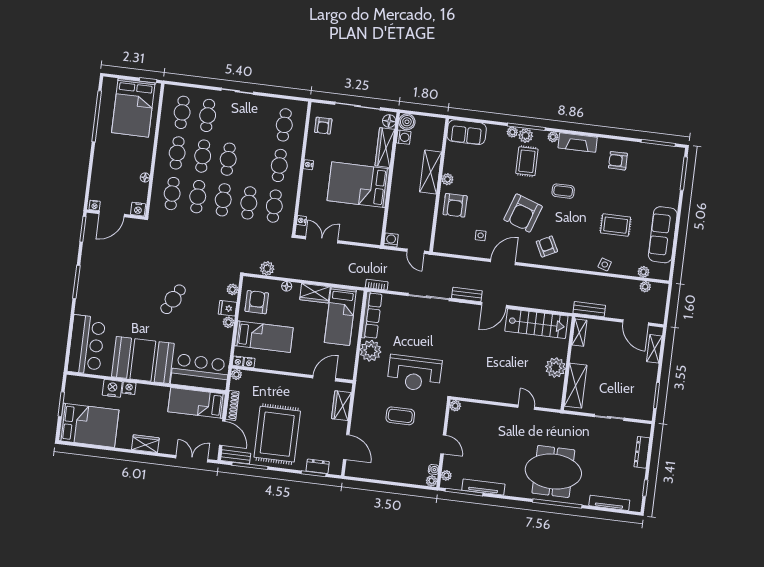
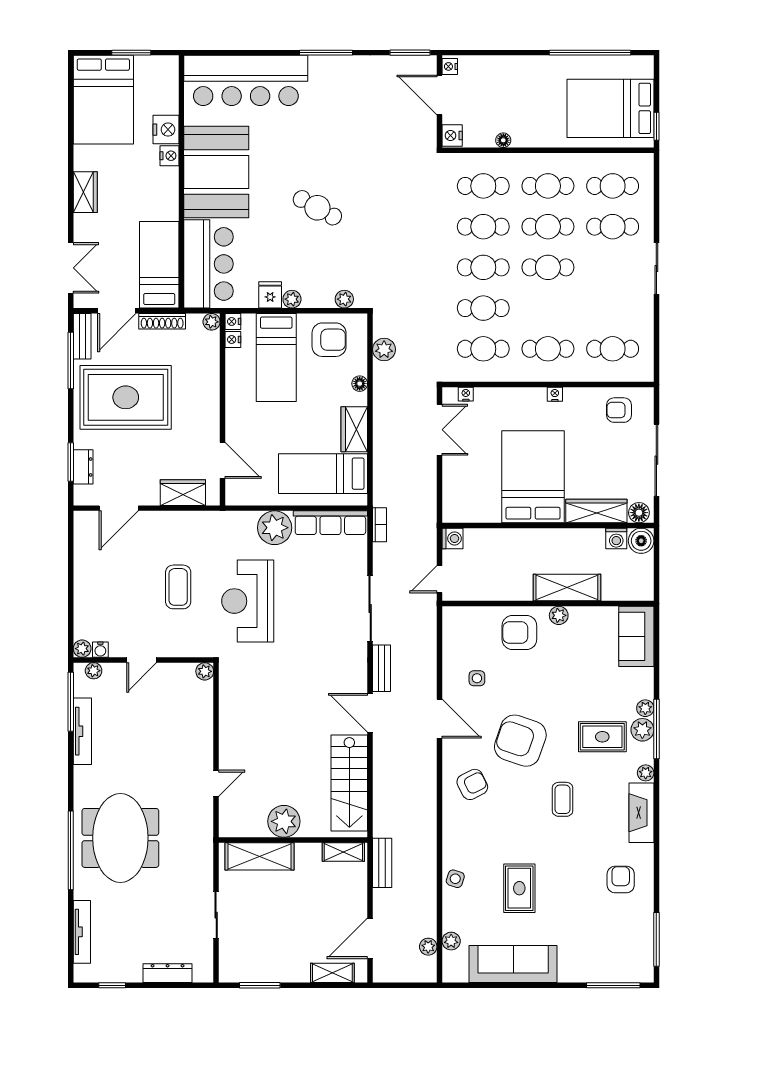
fridge: (227, 308) -> (270, 295), moved
bar counter: (86, 345) -> (246, 80), width x1.36

